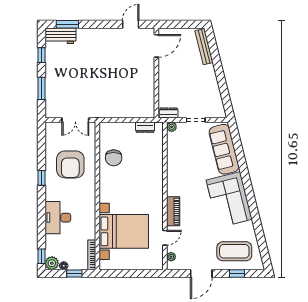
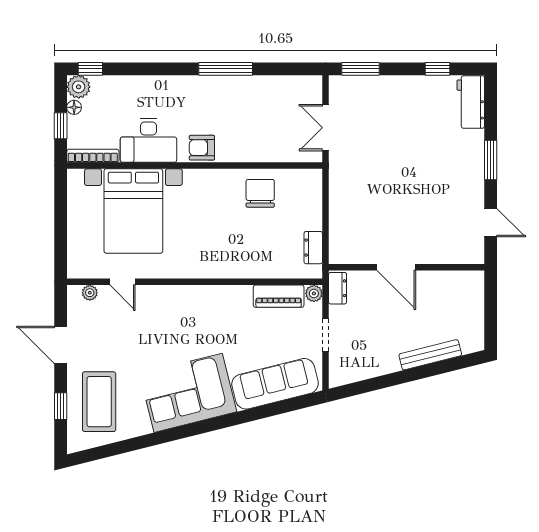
window: (67, 24) -> (491, 160), moved
door: (156, 46) -> (396, 267), moved
bench: (204, 47) -> (430, 355), moved
window: (41, 88) -> (360, 69), moved
chair: (114, 158) -> (260, 193), turned 90
armchair: (70, 164) -> (202, 148), moved, width x0.53, depth x0.53
window: (41, 178) -> (226, 69), width x2.17
piano: (173, 211) -> (279, 296), moved
desk: (58, 218) -> (148, 140), moved, turned 180

